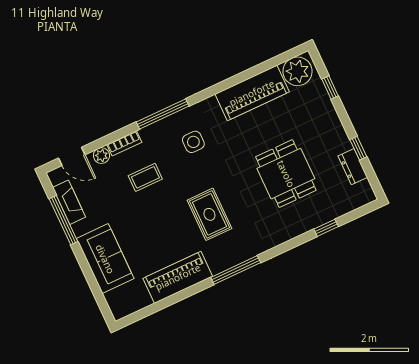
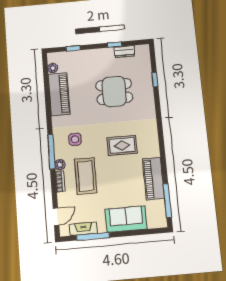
plant: (297, 71) -> (53, 68), width x0.53, depth x0.53
plant: (101, 156) -> (60, 165), moved
coffee table: (145, 177) -> (86, 176), width x1.86, depth x1.72
window: (236, 270) -> (167, 201), moved

